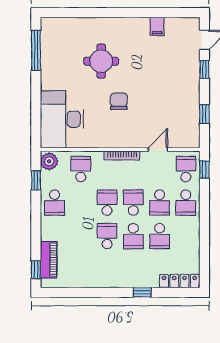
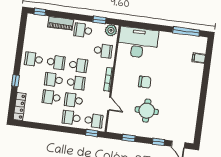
filing cabinet: (157, 26) -> (199, 58), moved
round table: (101, 61) -> (147, 111), moved
piano: (49, 260) -> (60, 23), moved
school desk: (107, 270) -> (34, 59), added

